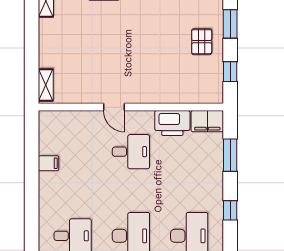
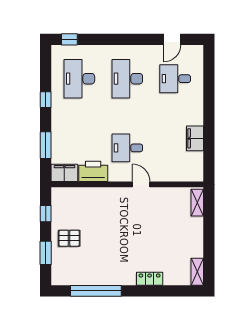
pallet: (202, 42) -> (69, 238), turned 90
filing cabinet: (49, 163) -> (195, 138), width x2.00

